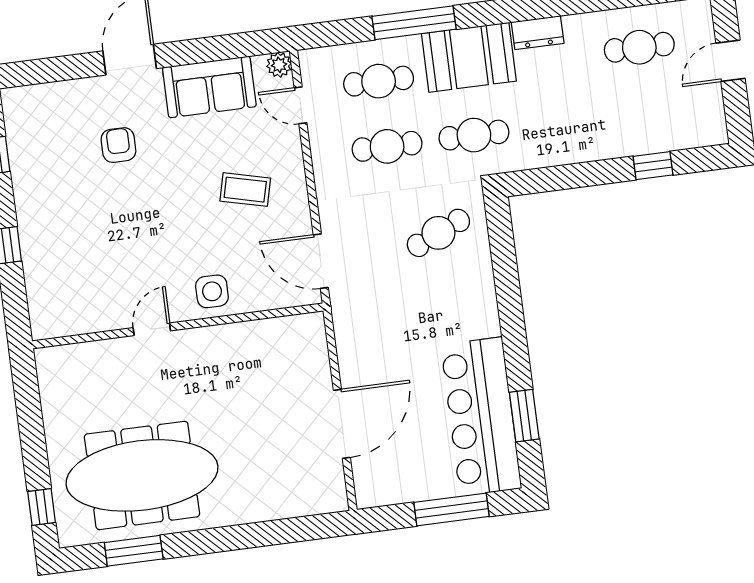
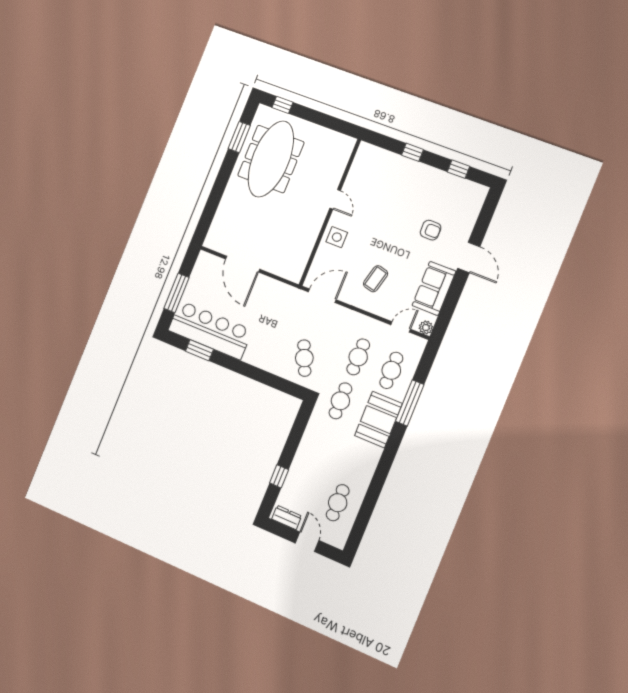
dresser: (538, 33) -> (287, 517), moved, turned 90

